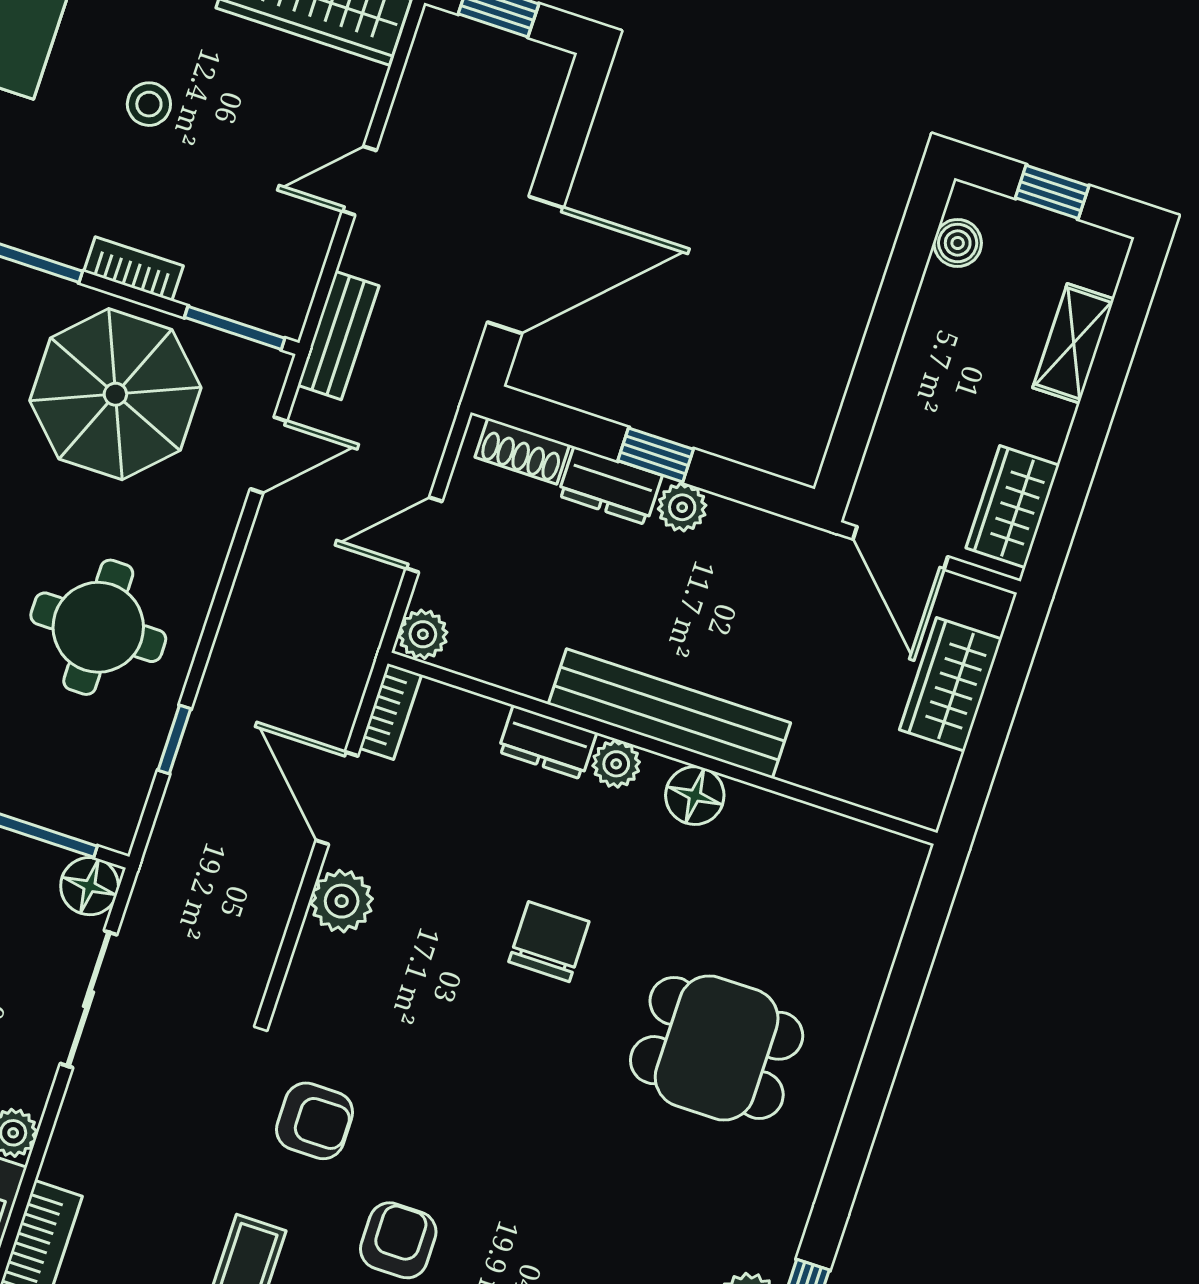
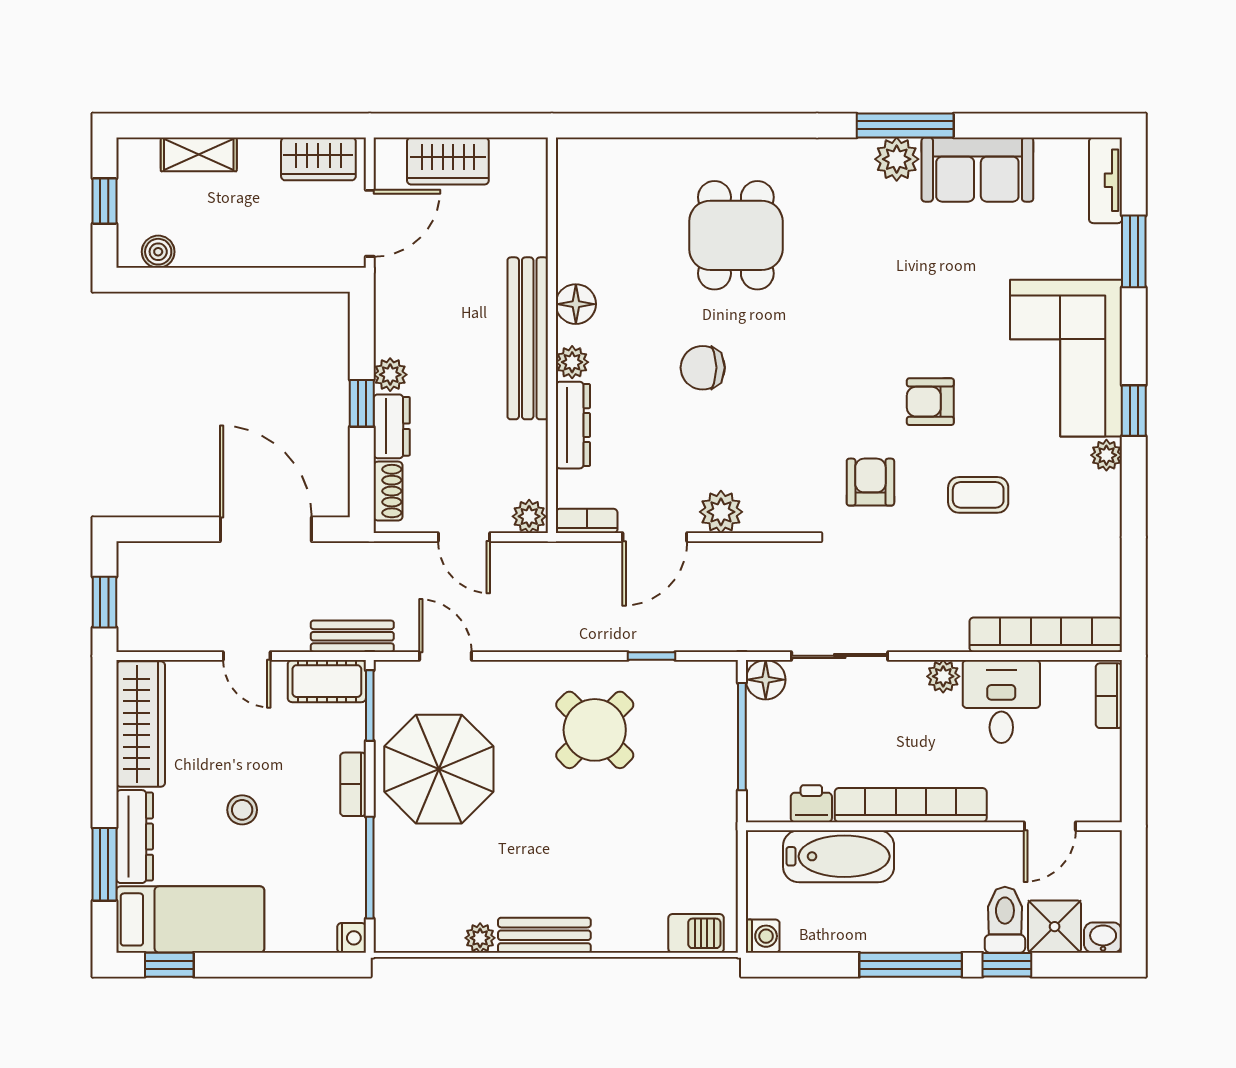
cot: (288, 280) -> (327, 681), added
round table: (98, 627) -> (595, 730), turned 45
dresser: (547, 742) -> (573, 425), width x1.44

